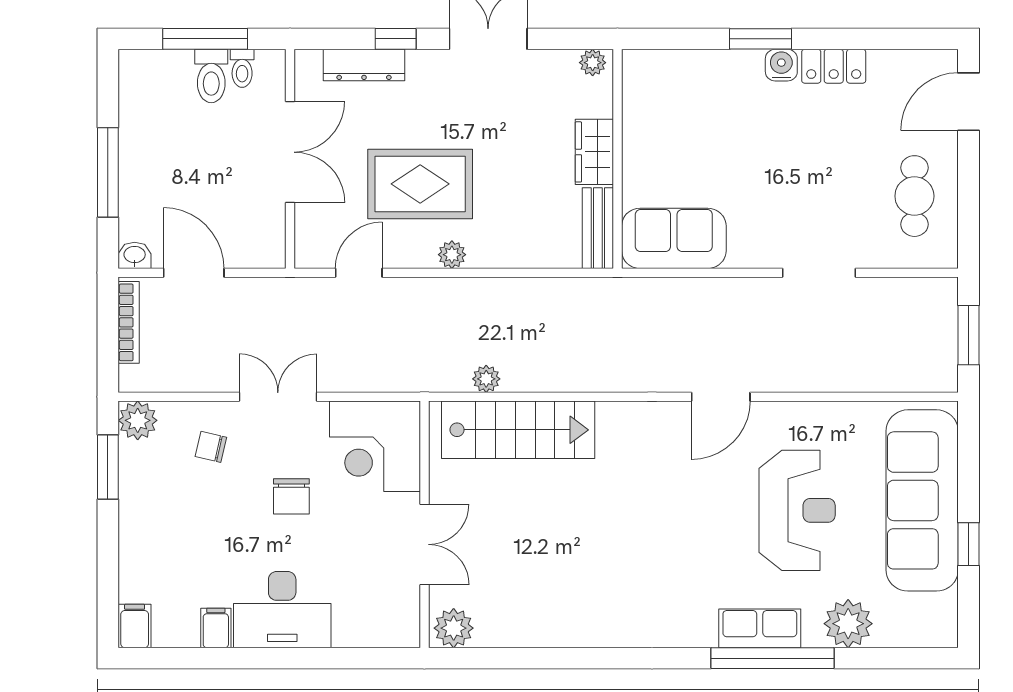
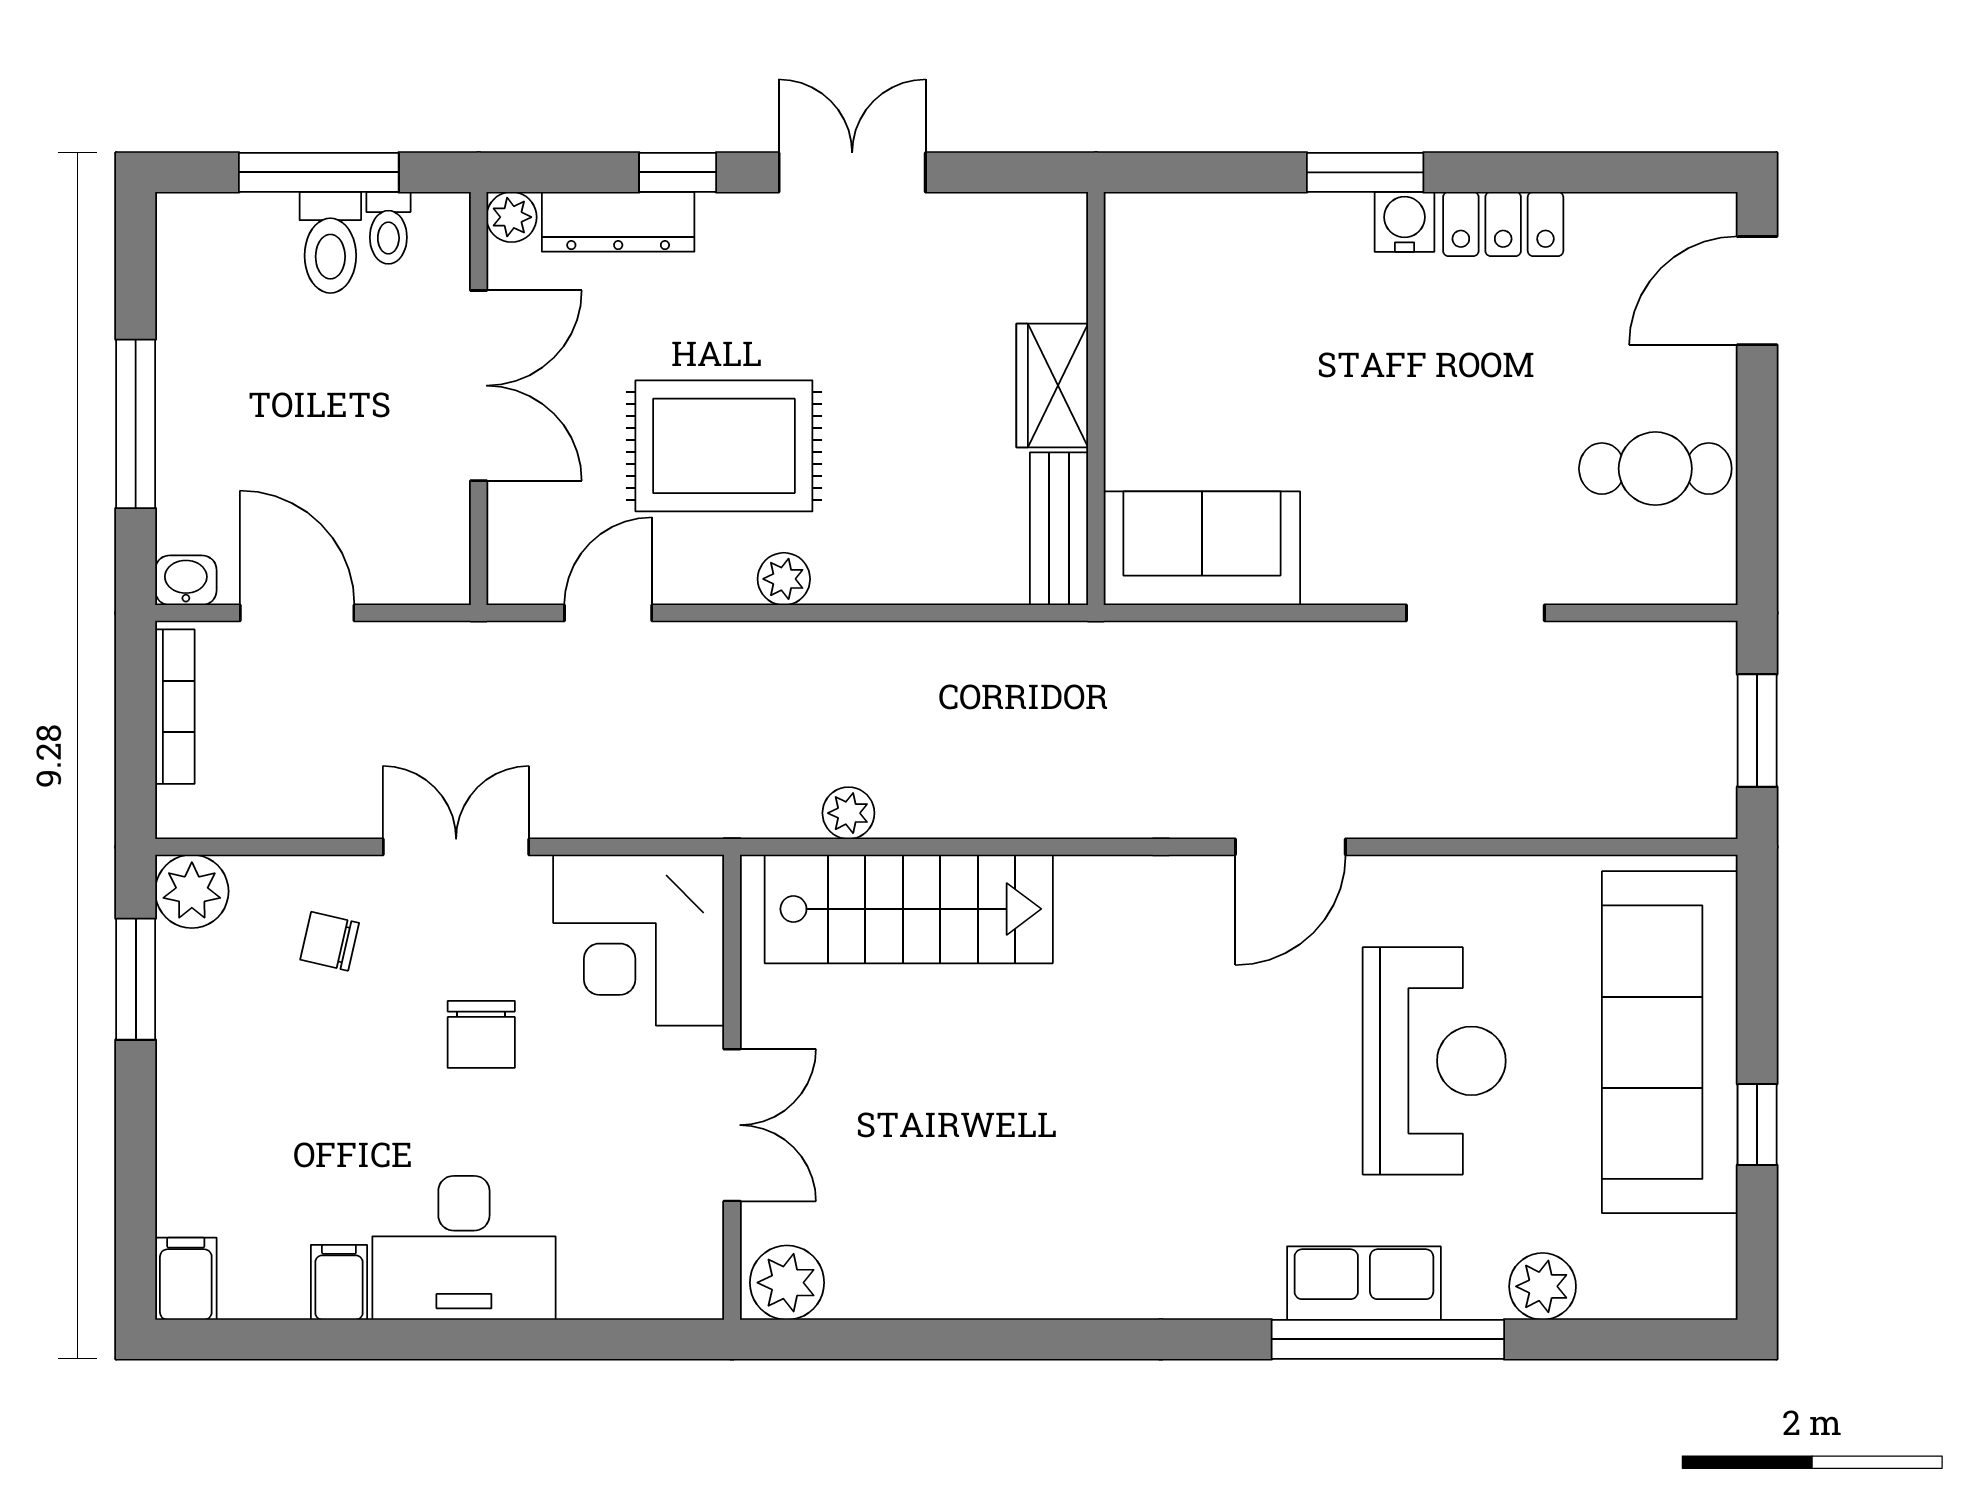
plant: (593, 63) -> (512, 217), moved
cafe table: (914, 196) -> (1655, 469), turned 90
plant: (848, 624) -> (1543, 1286), width x0.73, depth x0.73

